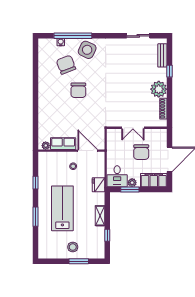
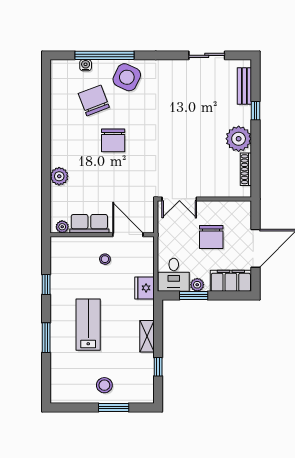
plant: (44, 113) -> (59, 176), added
double door: (133, 128) -> (179, 199), moved
lab bench: (62, 208) -> (88, 325), width x0.73, depth x0.72

